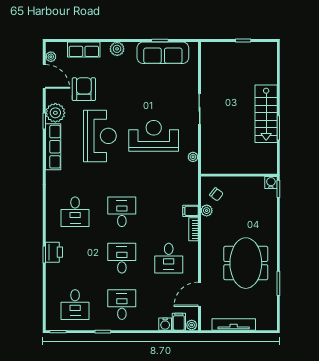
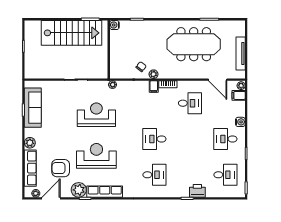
row of seats: (84, 49) -> (30, 168), width x1.48
stairs: (266, 114) -> (71, 33), width x1.36, depth x1.51
reception desk: (154, 136) -> (96, 115), turned 90
wall: (239, 175) -> (109, 49), moved
water cooler: (271, 183) -> (114, 25), moved
printer: (54, 252) -> (197, 191), moved
desk: (122, 258) -> (190, 139), removed
meeting table: (246, 263) -> (194, 44), width x1.36
water cooler: (165, 324) -> (240, 122), moved

